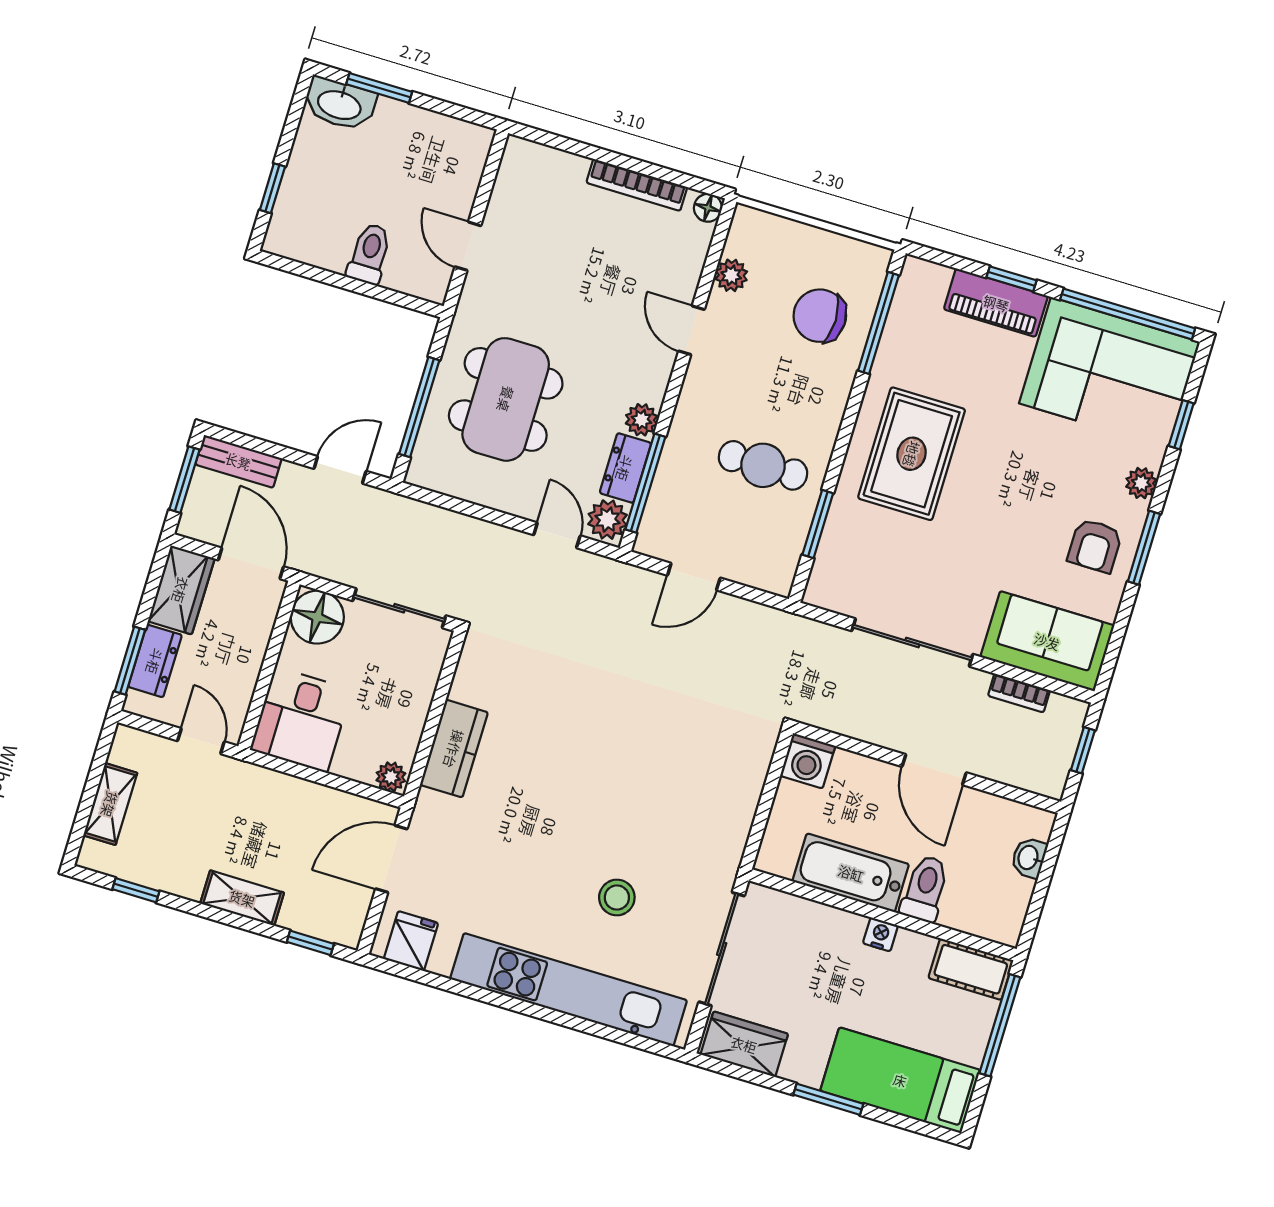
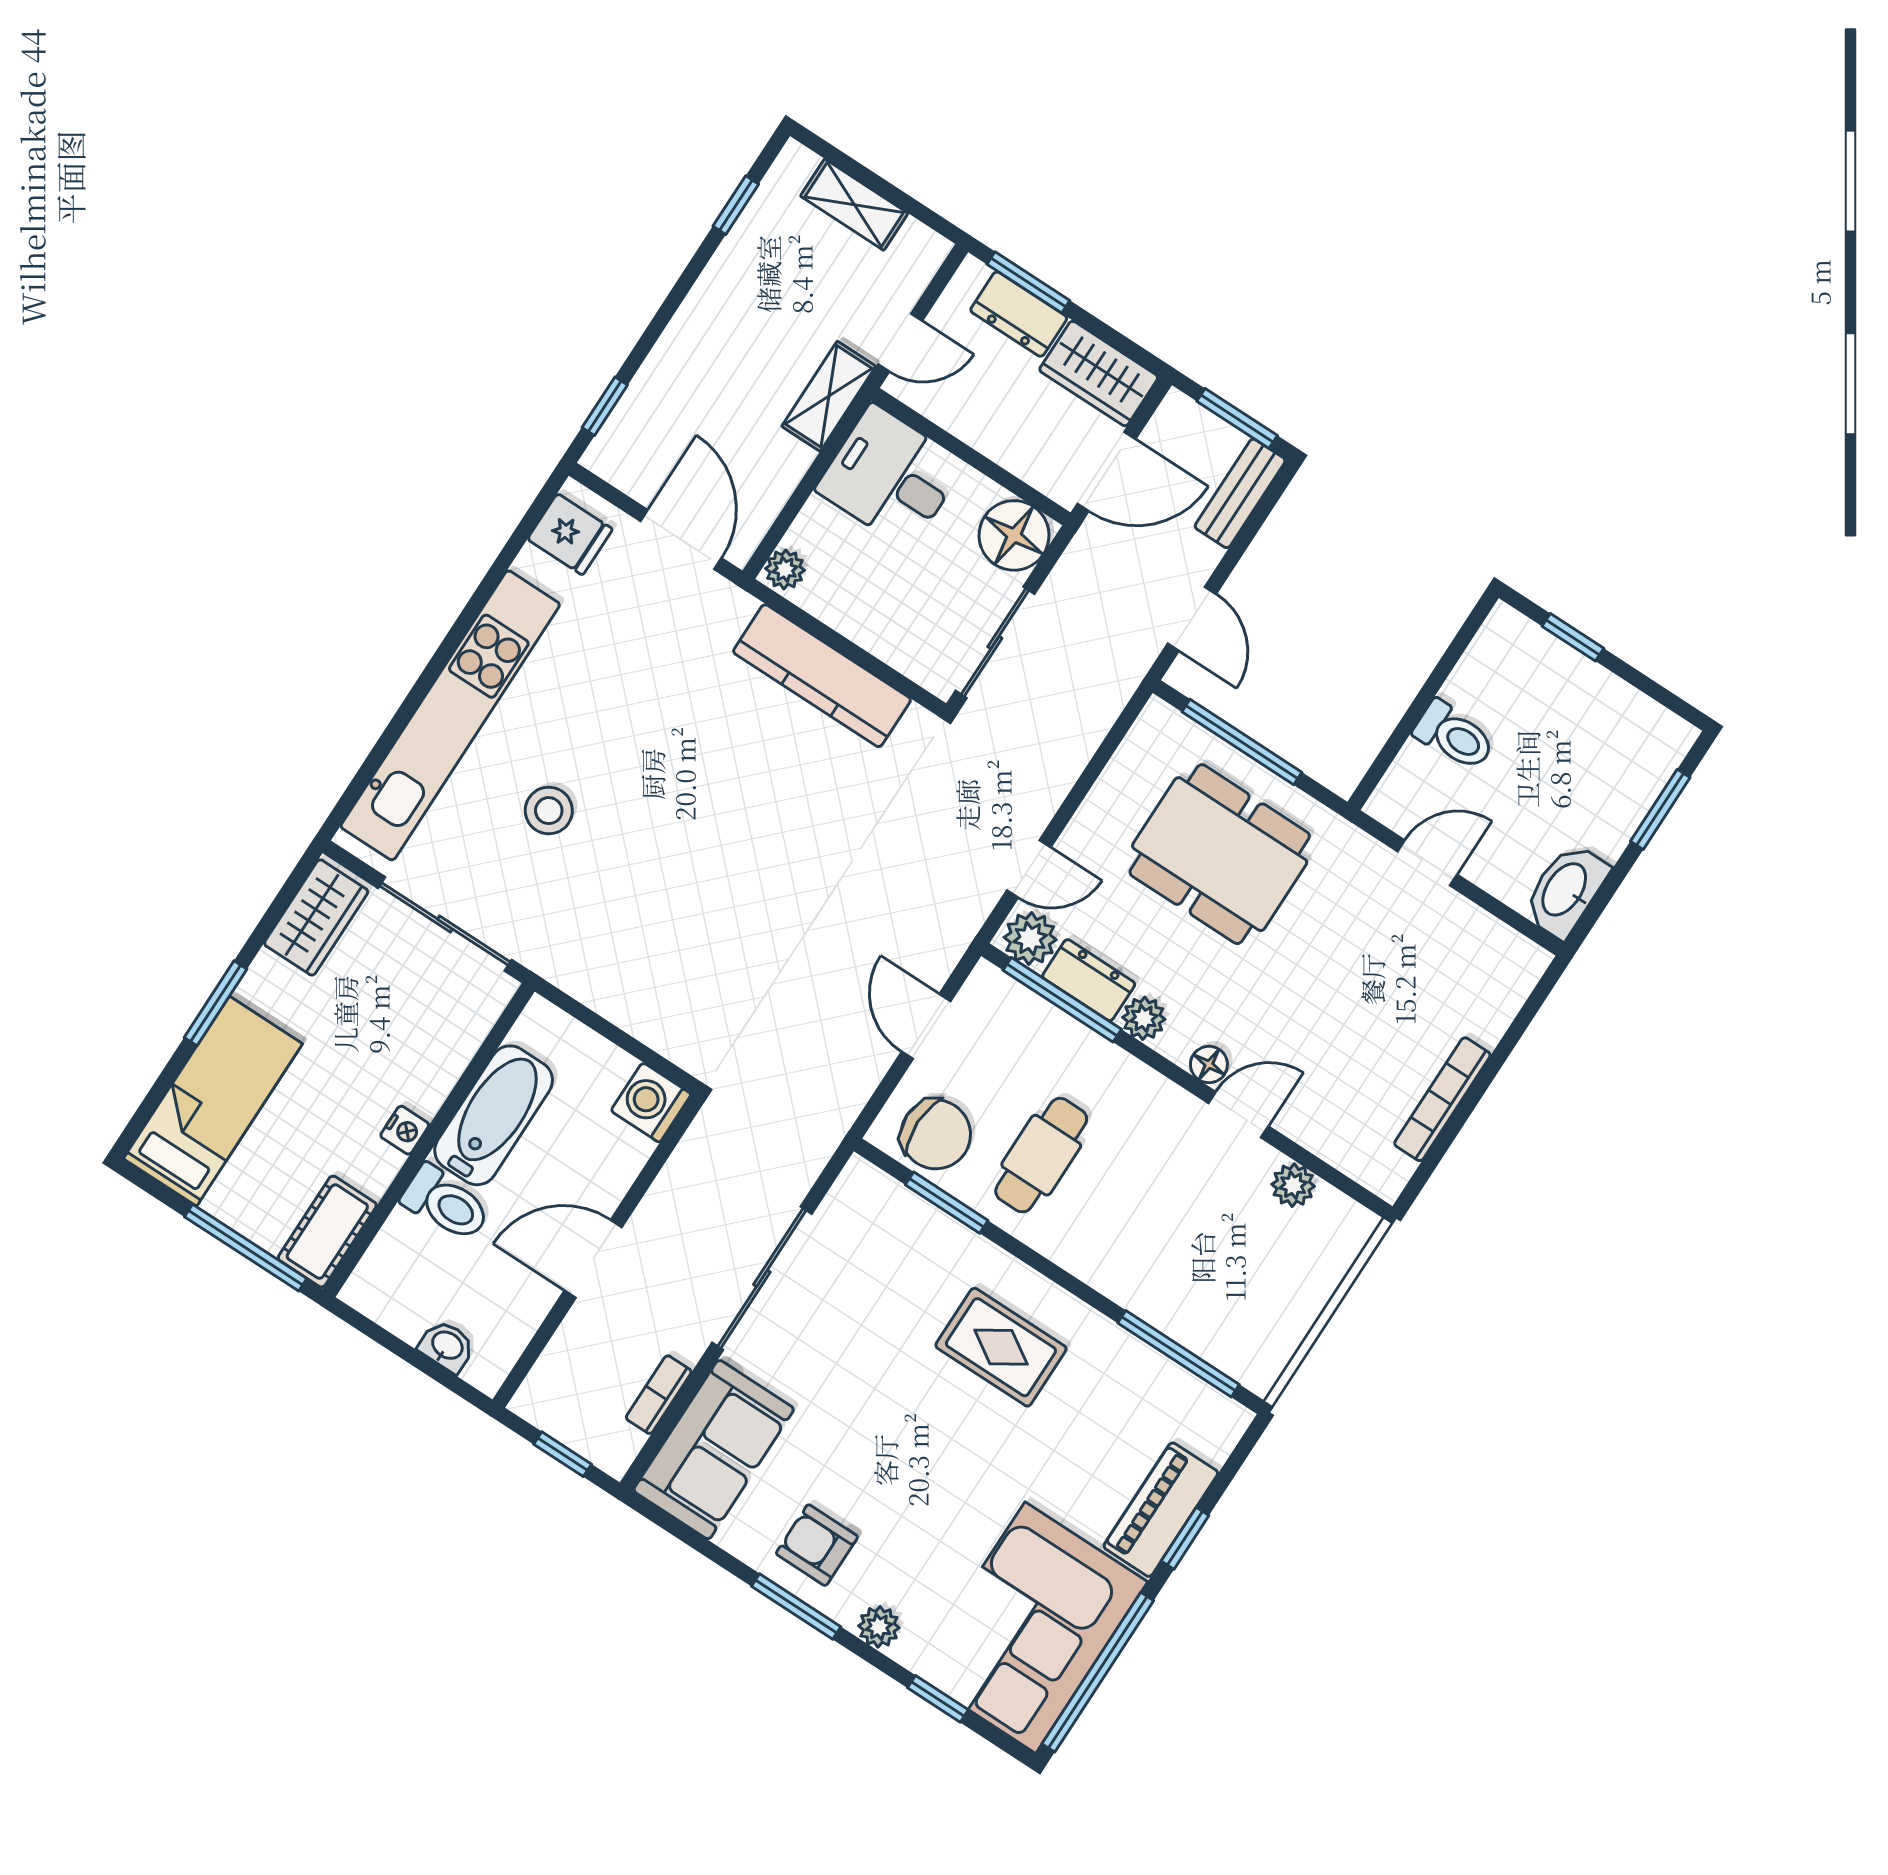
washbasin: (340, 104) -> (1566, 890), moved
floor lamp: (708, 208) -> (1209, 1064), moved
chair: (820, 316) -> (936, 1134), moved, turned 90
rug: (912, 454) -> (1001, 1347), width x0.73, depth x0.70
kitchen counter: (454, 749) -> (822, 676), width x1.50
shelving: (242, 898) -> (829, 396), moved

